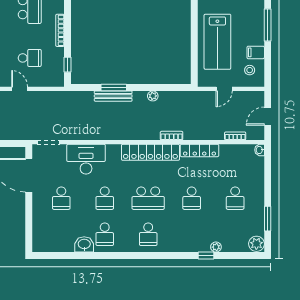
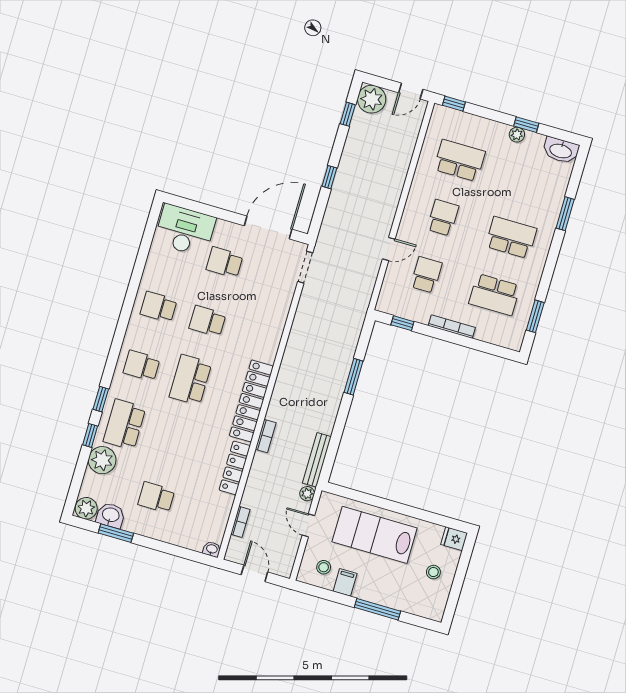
school desk: (30, 58) -> (426, 275), turned 180
bench: (113, 96) -> (317, 460), moved
plant: (153, 96) -> (307, 494), moved
desk: (86, 159) -> (185, 230), moved, turned -90
school desk: (192, 198) -> (125, 424), moved, width x1.85
washbasin: (84, 244) -> (111, 515), moved, turned -90
plant: (216, 247) -> (102, 460), width x1.88, depth x1.88
window: (179, 256) -> (101, 399), added

